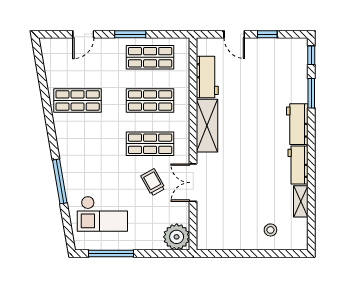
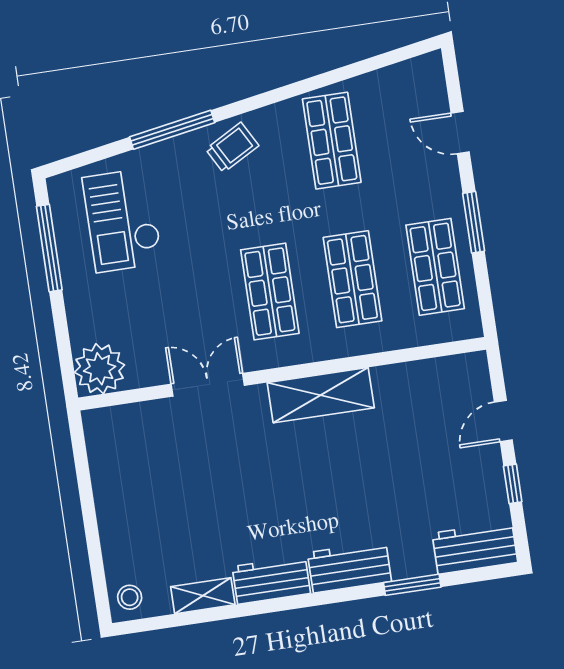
window: (311, 55) -> (485, 574), removed
workbench: (207, 77) -> (475, 548), moved, turned 180
trolley: (153, 182) -> (232, 147), moved
stool: (270, 230) -> (130, 597), moved

